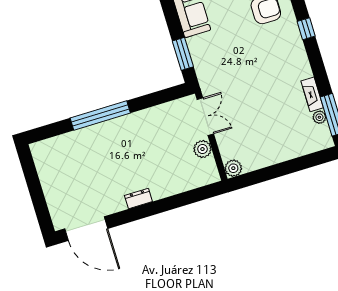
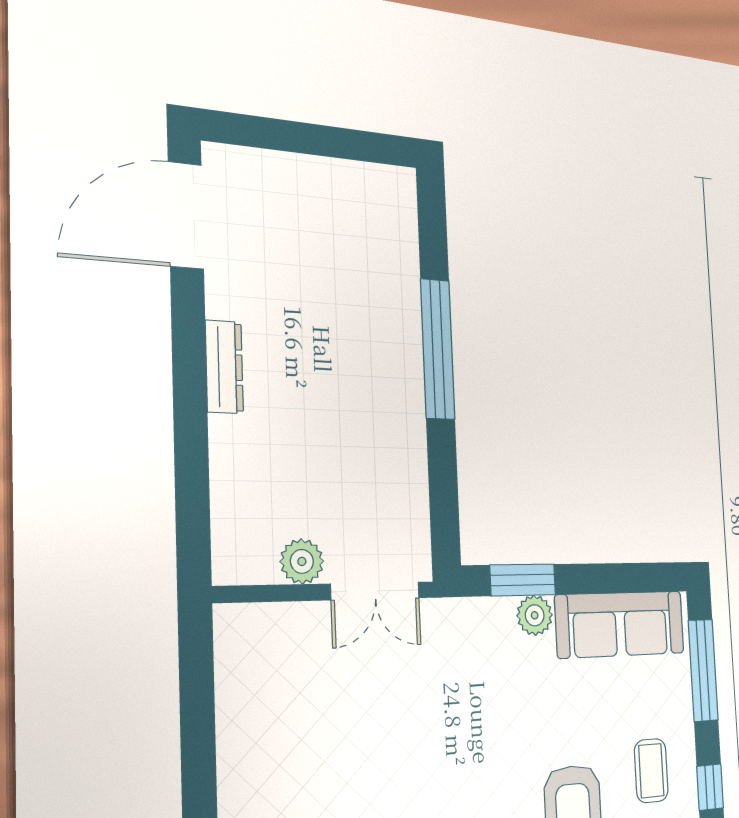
plant: (233, 168) -> (535, 615), moved
dresser: (138, 199) -> (224, 367), width x1.44

